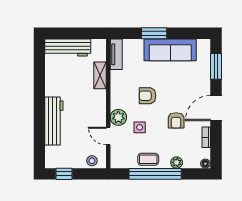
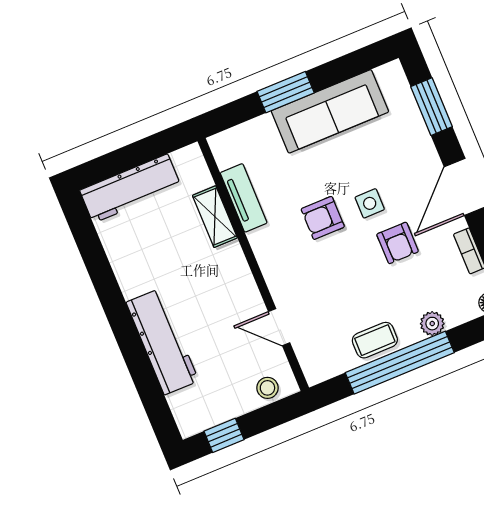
tv unit: (116, 54) -> (244, 198), moved
plant: (118, 117) -> (284, 283), removed
side table: (140, 127) -> (370, 203), moved

